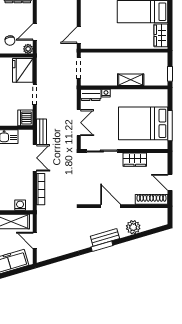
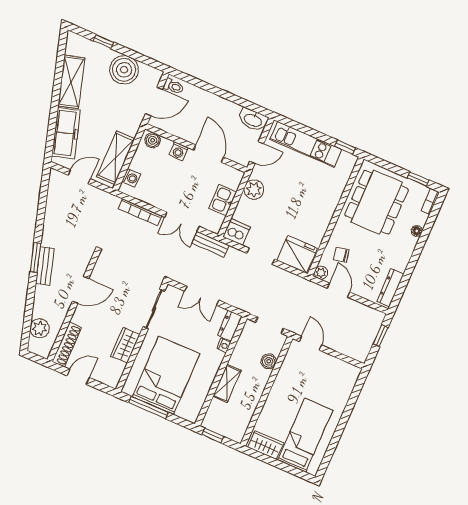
boiler: (103, 58) -> (269, 361), added
plant: (133, 227) -> (40, 328), moved

